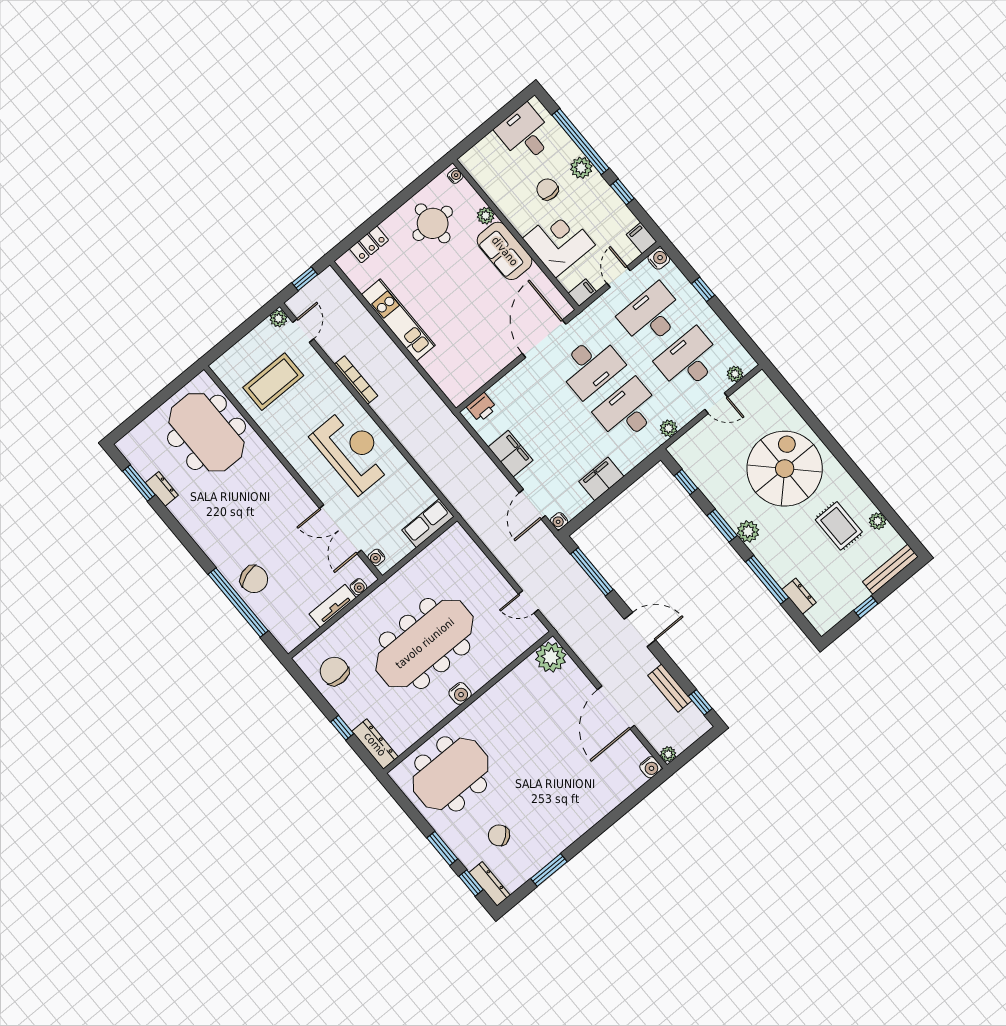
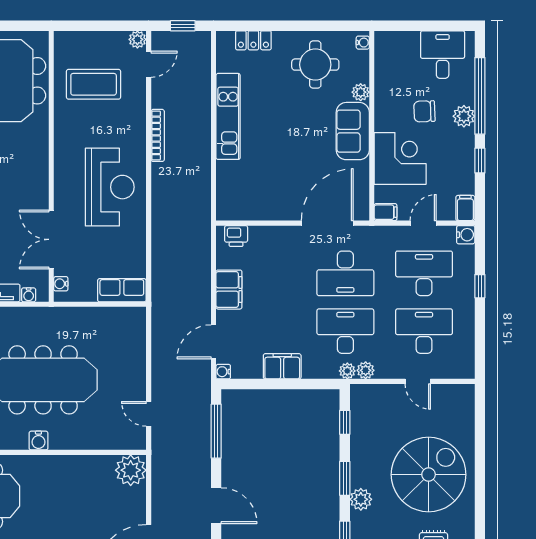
chair: (547, 189) -> (424, 111), turned -92
plant: (735, 374) -> (347, 371), moved

